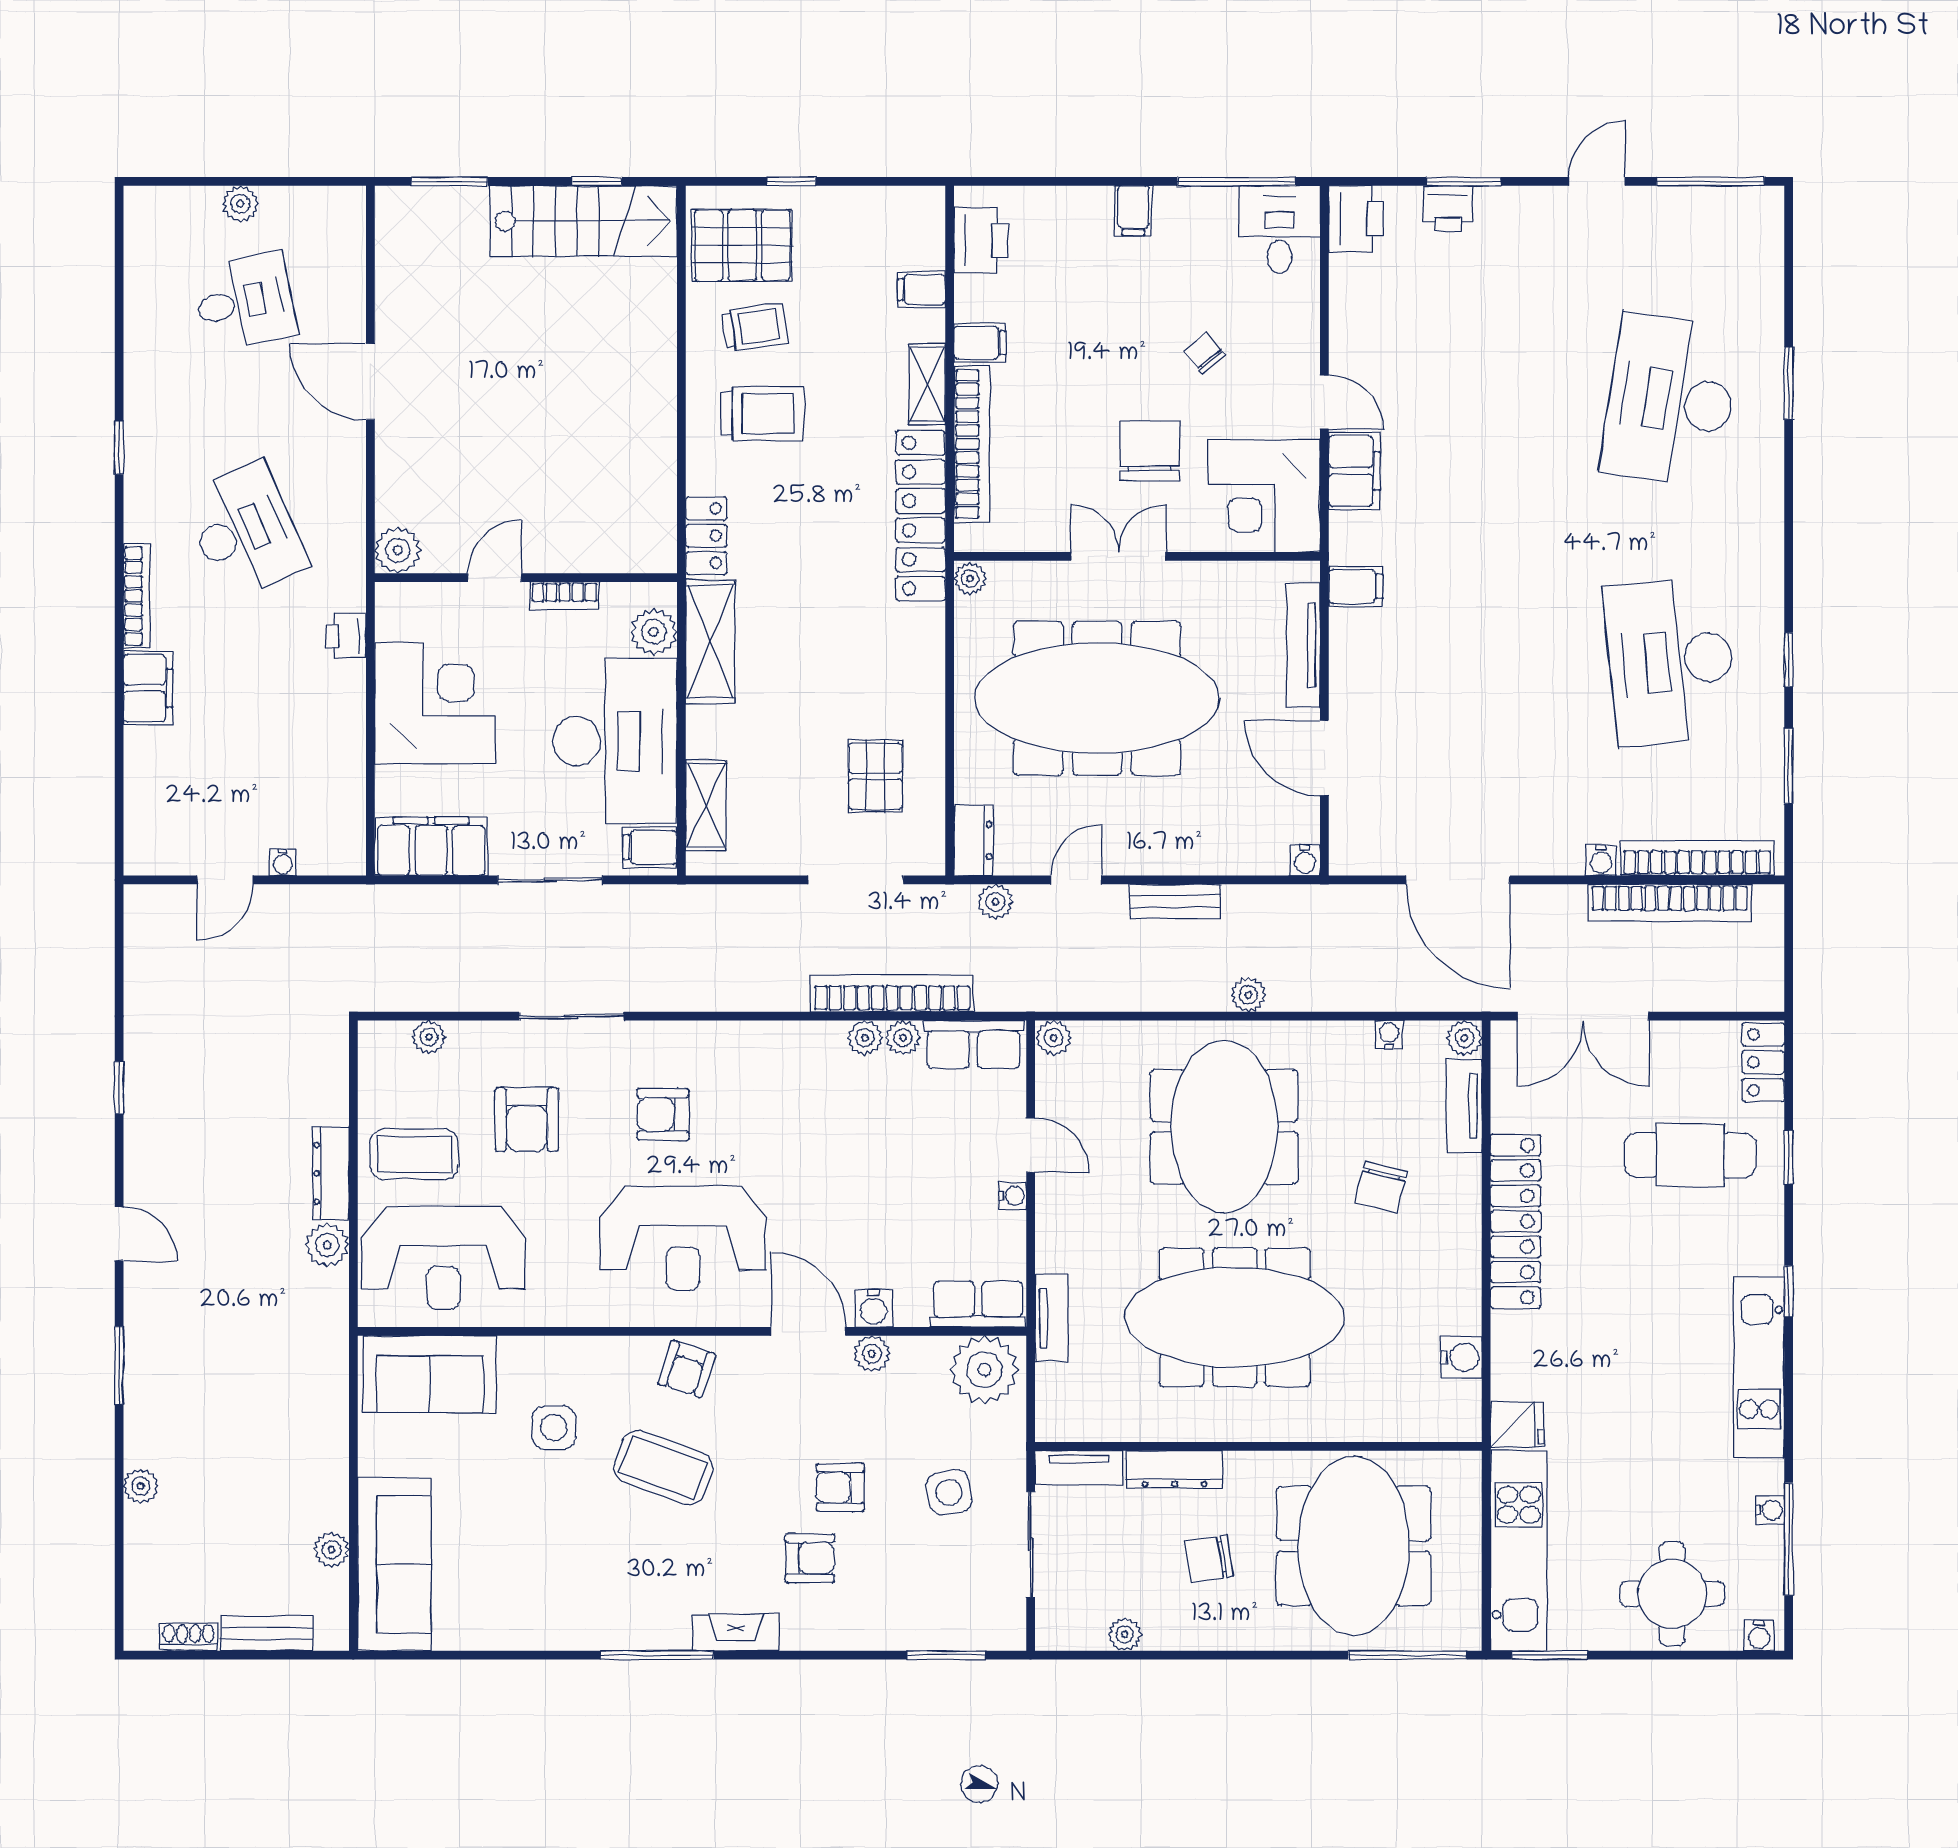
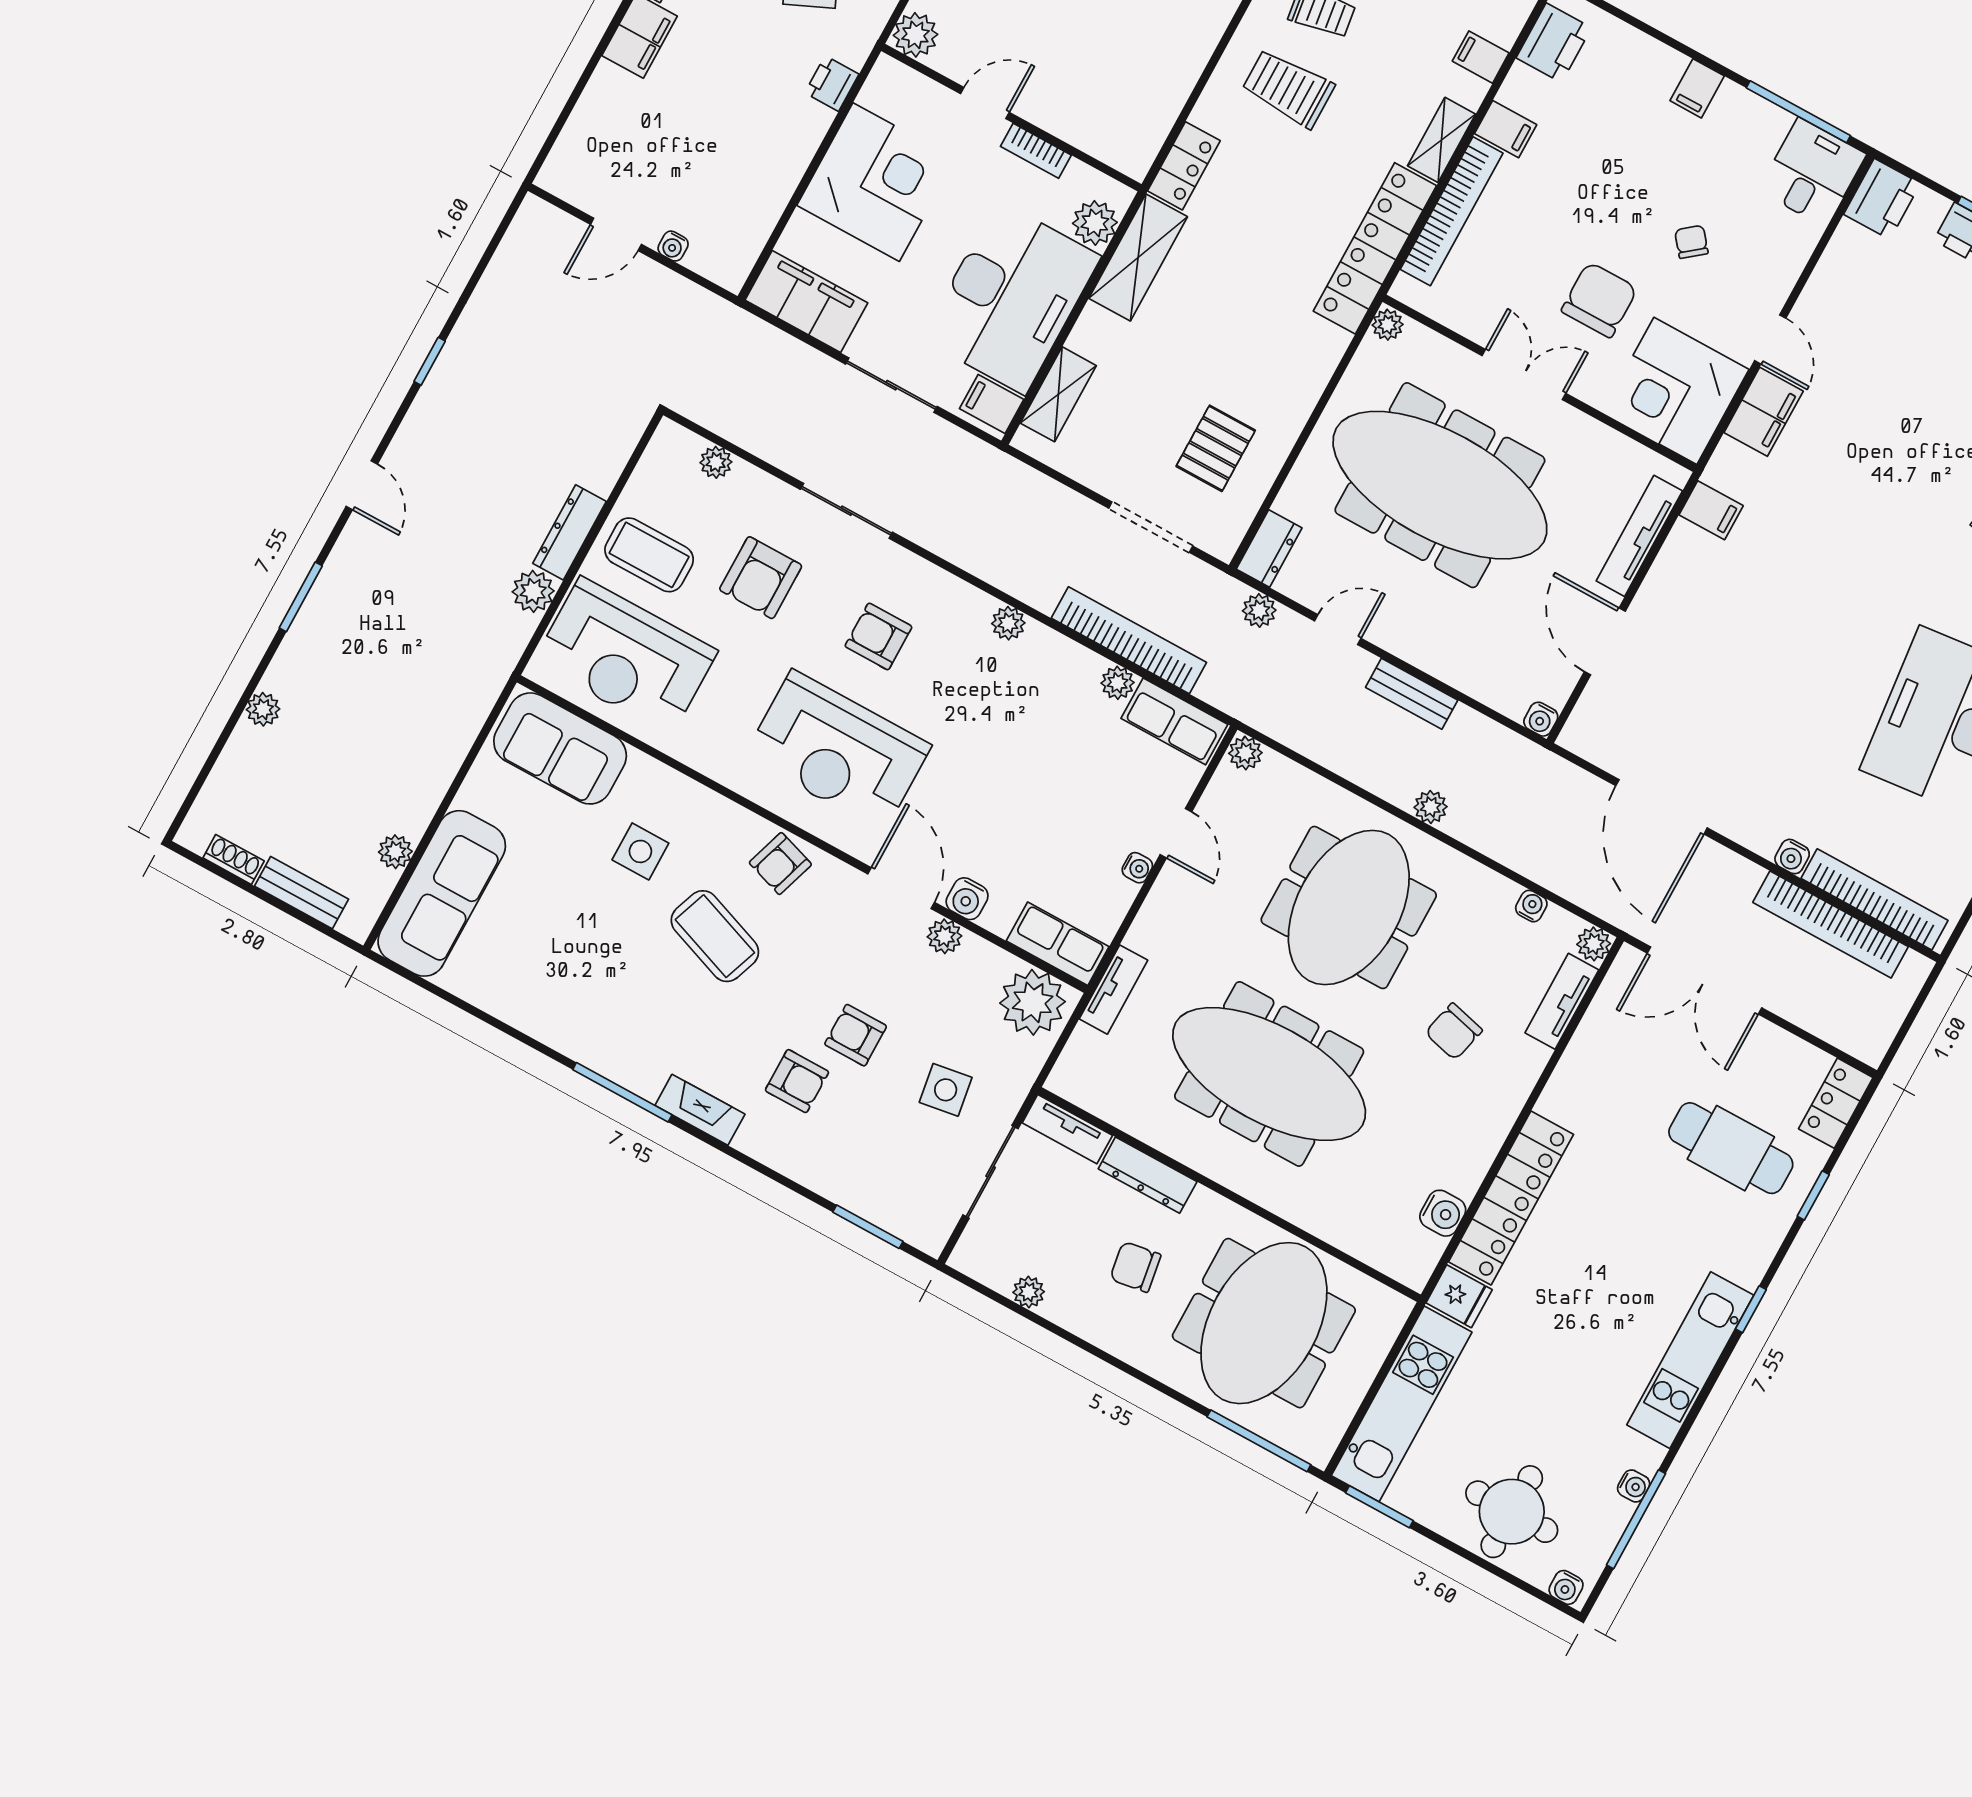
trolley: (762, 414) -> (1288, 88), turned 180
plant: (865, 1038) -> (1008, 623), moved
locker: (1516, 1221) -> (1511, 1198), moved

